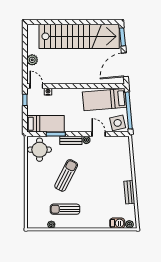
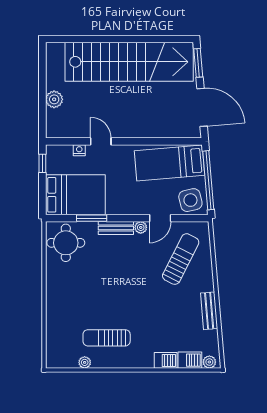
door: (125, 65) -> (202, 107), swing flipped
door: (36, 86) -> (101, 141), moved
bed: (46, 124) -> (75, 195), width x1.50
door: (99, 134) -> (160, 218), swing flipped
sun lounger: (66, 175) -> (181, 259), moved
barbecue: (102, 223) -> (166, 360), added

